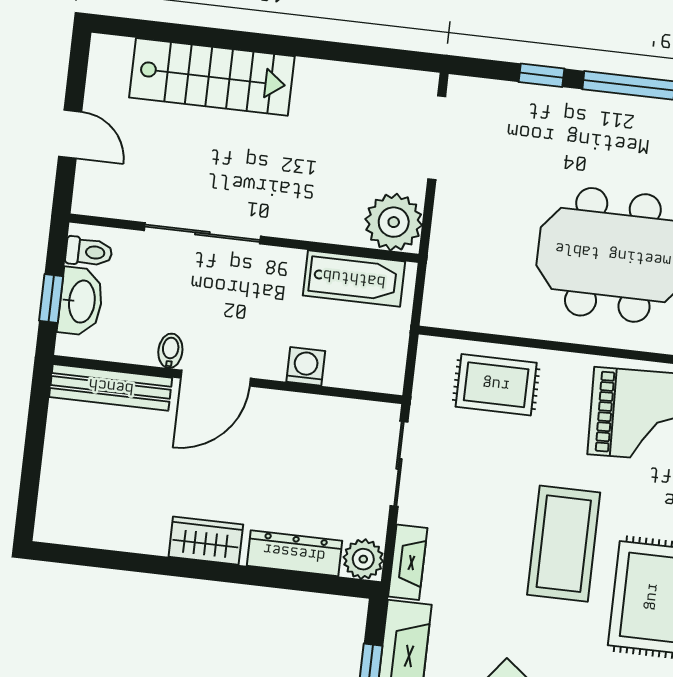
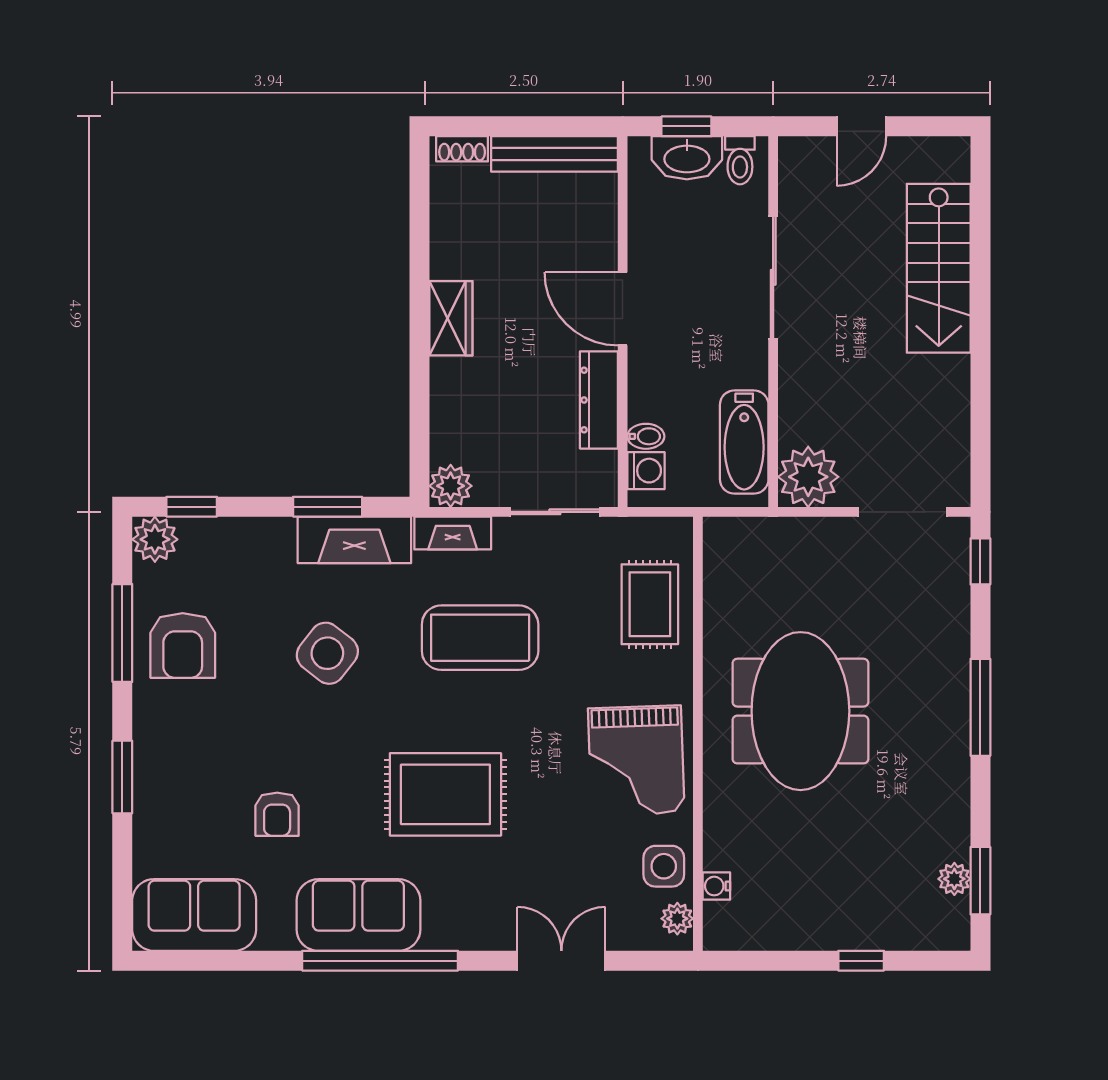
window: (542, 75) -> (980, 561), moved
bidet: (170, 351) -> (646, 436), moved
washing machine: (306, 366) -> (646, 471), moved
bench: (111, 387) -> (555, 154), moved, turned 90
shoe rack: (48, 512) -> (462, 149), added
coffee table: (564, 544) -> (480, 638), moved
dresser: (294, 553) -> (599, 400), moved, turned 180

